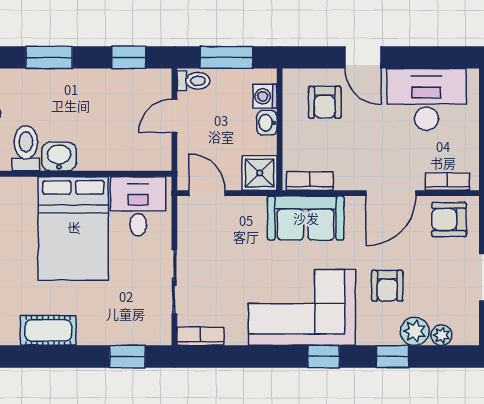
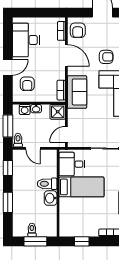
armchair: (325, 102) -> (27, 84), turned 90
toilet: (26, 148) -> (47, 184), moved
bed: (73, 228) -> (82, 187), width x0.67

